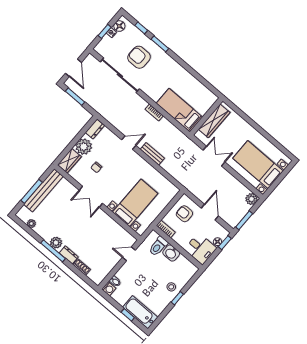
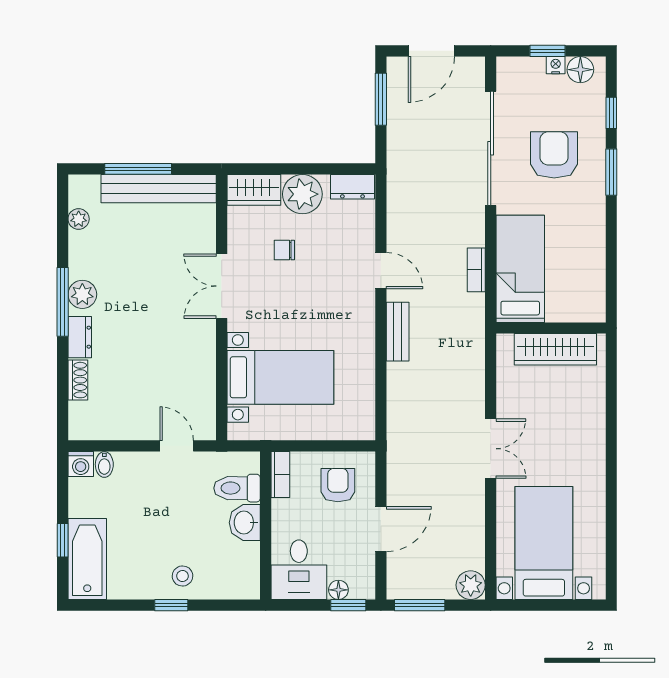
bed: (179, 110) -> (520, 269), moved
wall: (206, 117) -> (551, 328), moved
wardrobe: (214, 121) -> (555, 349), moved

